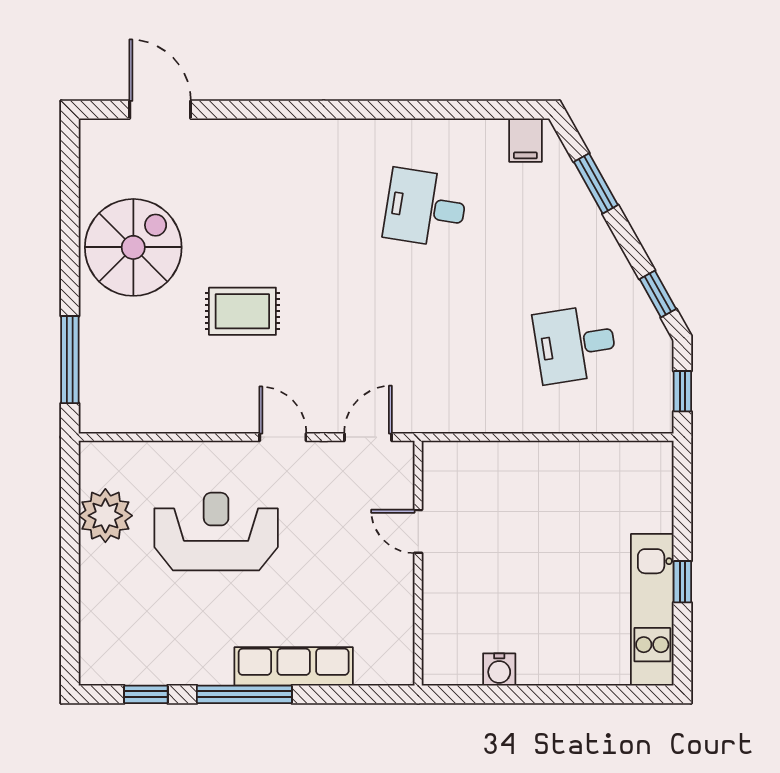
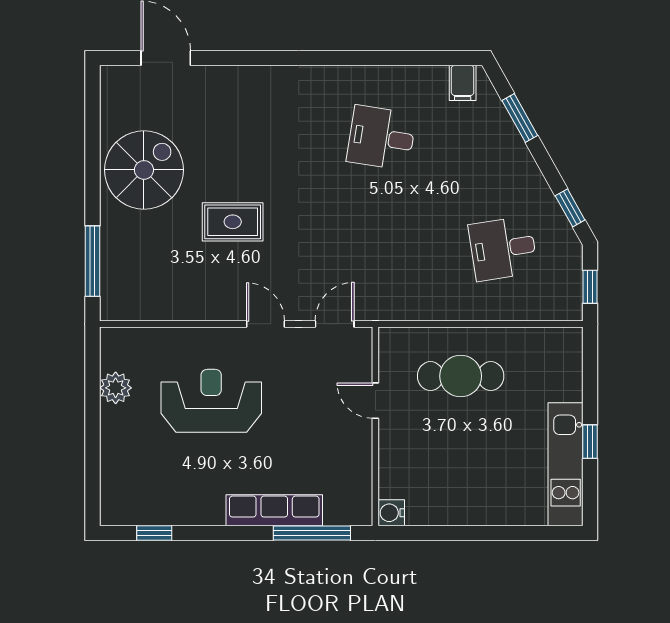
cafe table: (523, 501) -> (461, 376), added
plant: (105, 516) -> (116, 388), width x0.73, depth x0.73
water cooler: (499, 669) -> (391, 513), moved, turned 90
window: (244, 694) -> (312, 533), moved

